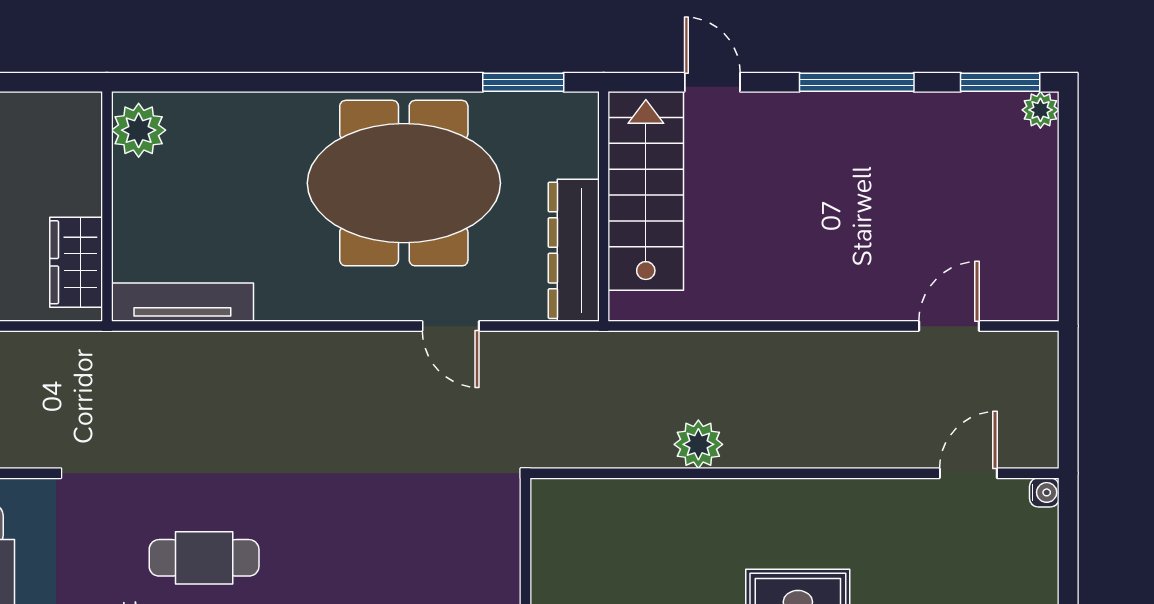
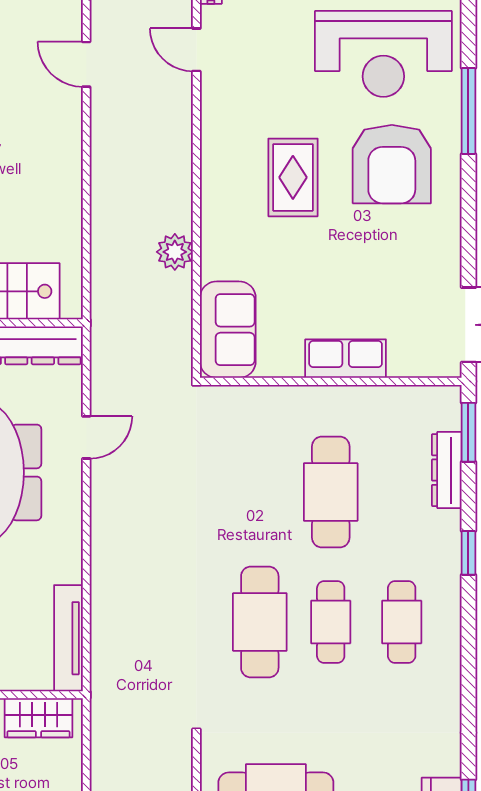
sofa: (595, 515) -> (228, 330), added
cafe table: (204, 558) -> (260, 622), width x1.37, depth x1.35

